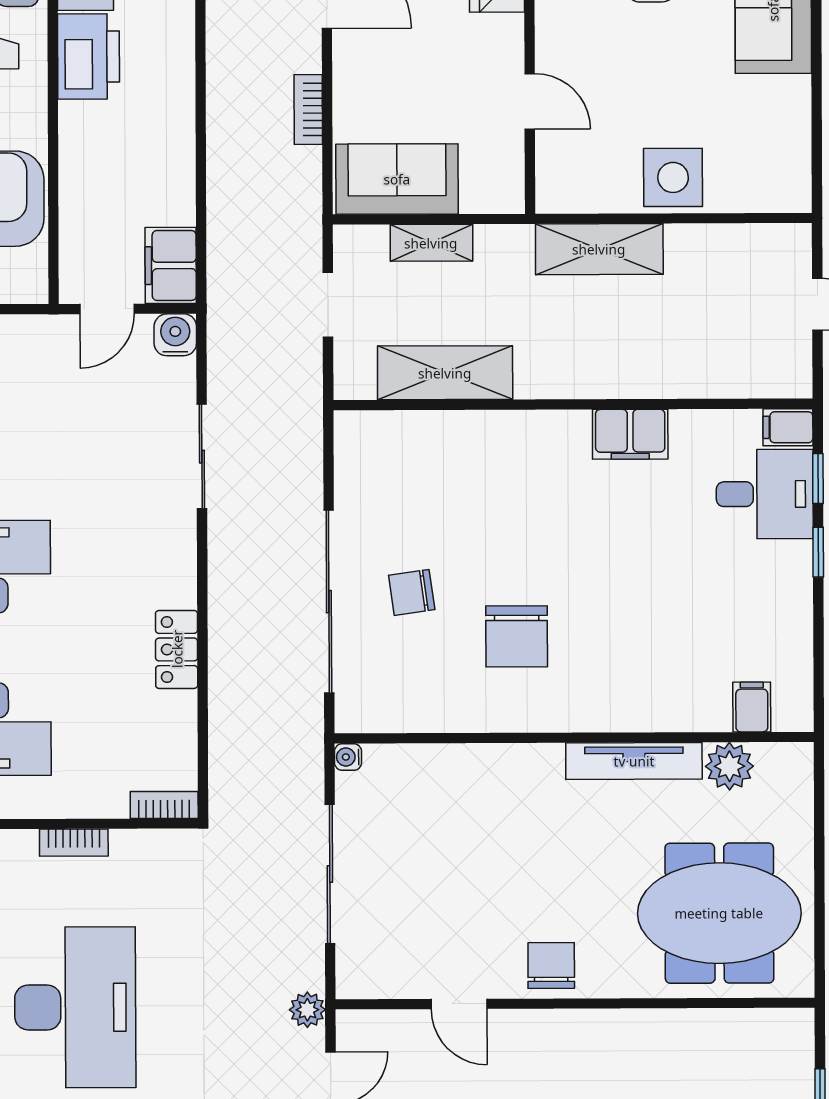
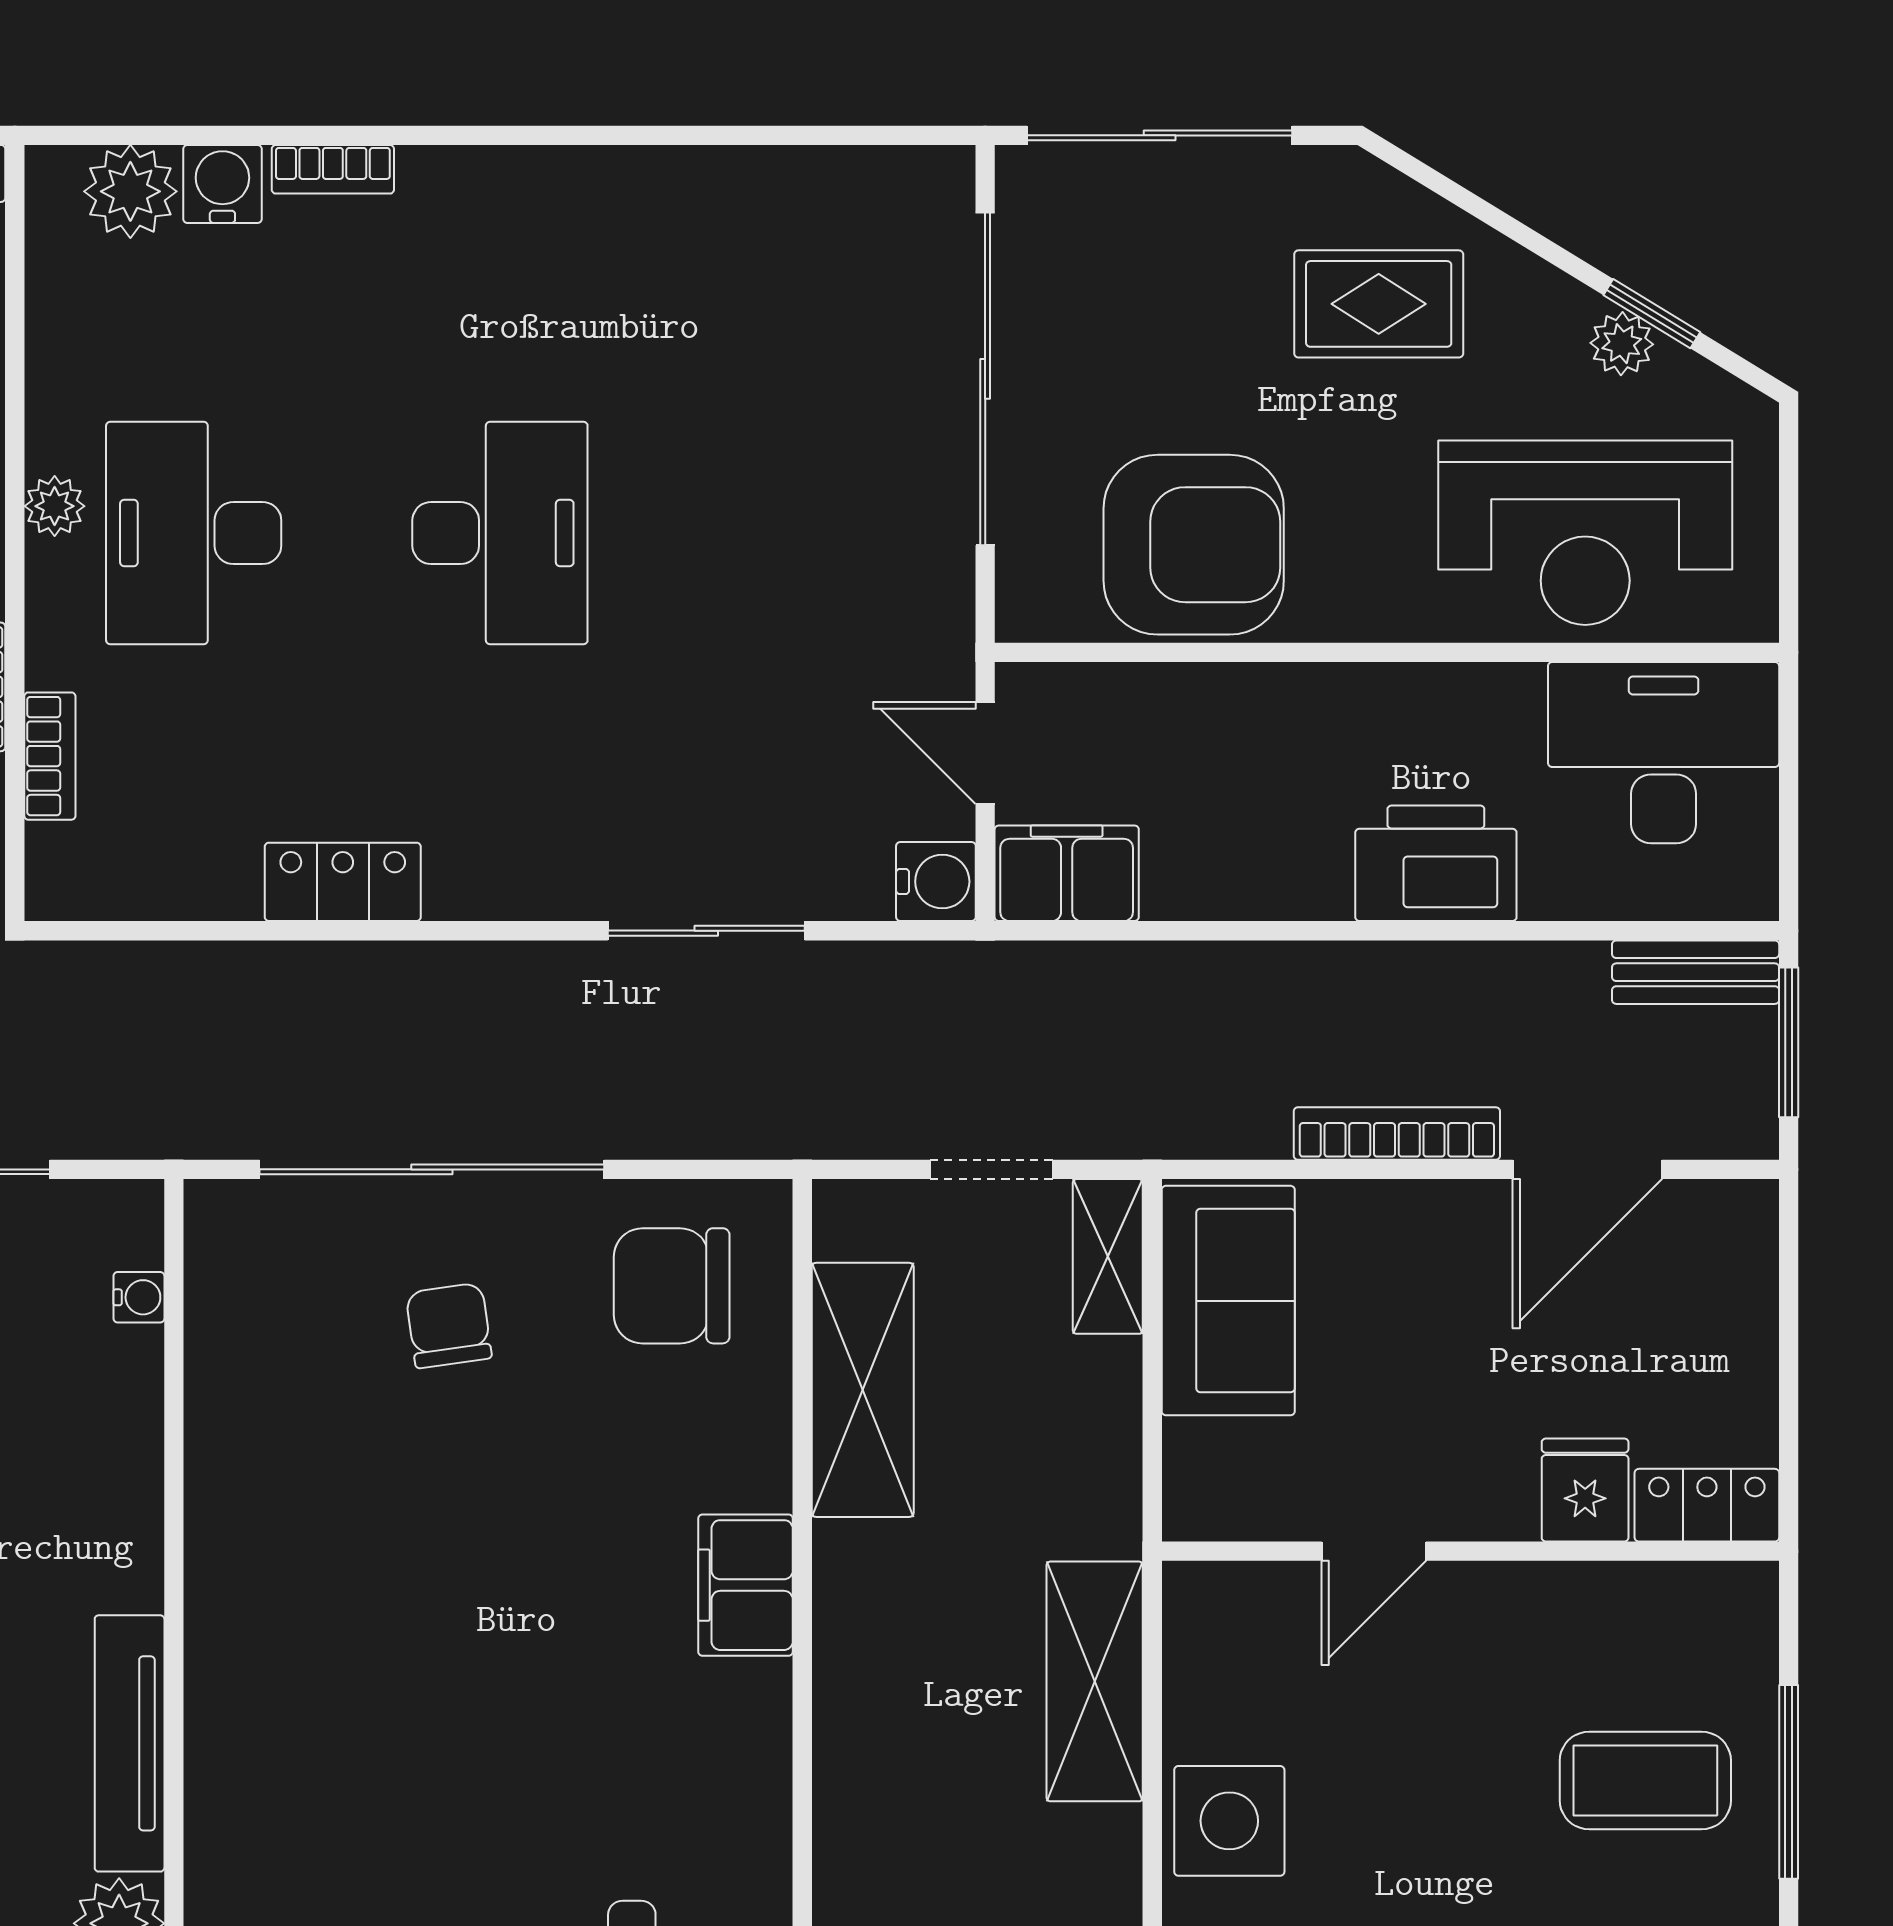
printer: (89, 57) -> (1436, 863), moved, turned 180
bookcase: (308, 110) -> (1397, 1133), width x1.56
shelving: (431, 243) -> (1108, 1256), moved
filing cabinet: (630, 434) -> (746, 1585), moved
chair: (517, 636) -> (672, 1286), moved
water cooler: (348, 757) -> (139, 1297), moved, turned 90
bookcase: (164, 805) -> (50, 756), moved

